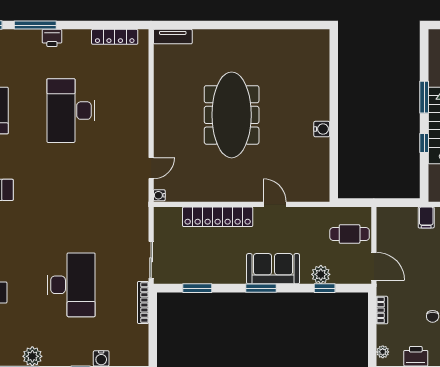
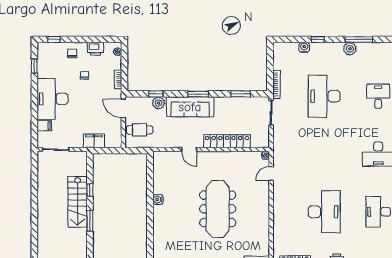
filing cabinet: (426, 217) -> (94, 141), width x2.00
sofa: (273, 269) -> (190, 107), width x1.36

